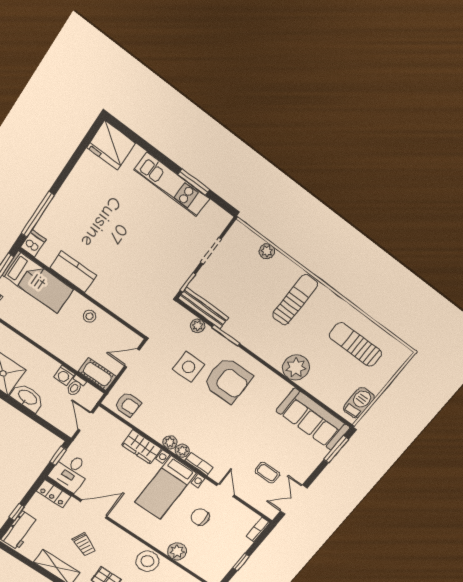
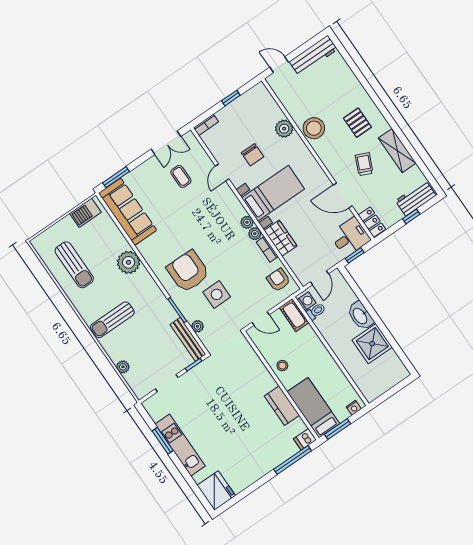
washing machine: (64, 375) -> (307, 301), moved
bookcase: (199, 464) -> (267, 249), moved

